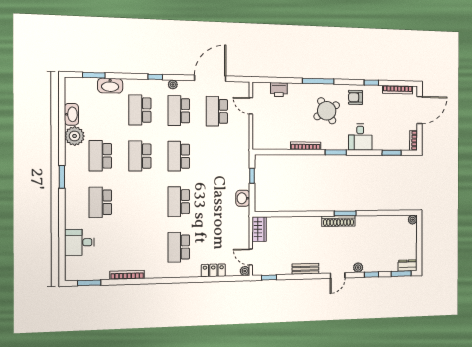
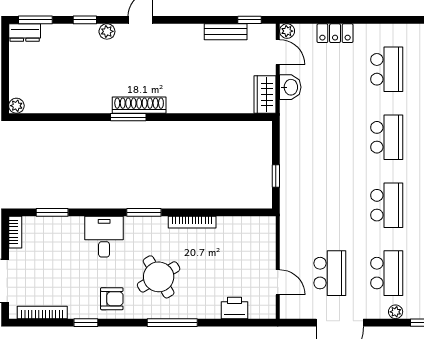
washbasin: (243, 198) -> (290, 87), moved
bench: (305, 269) -> (226, 32), moved

